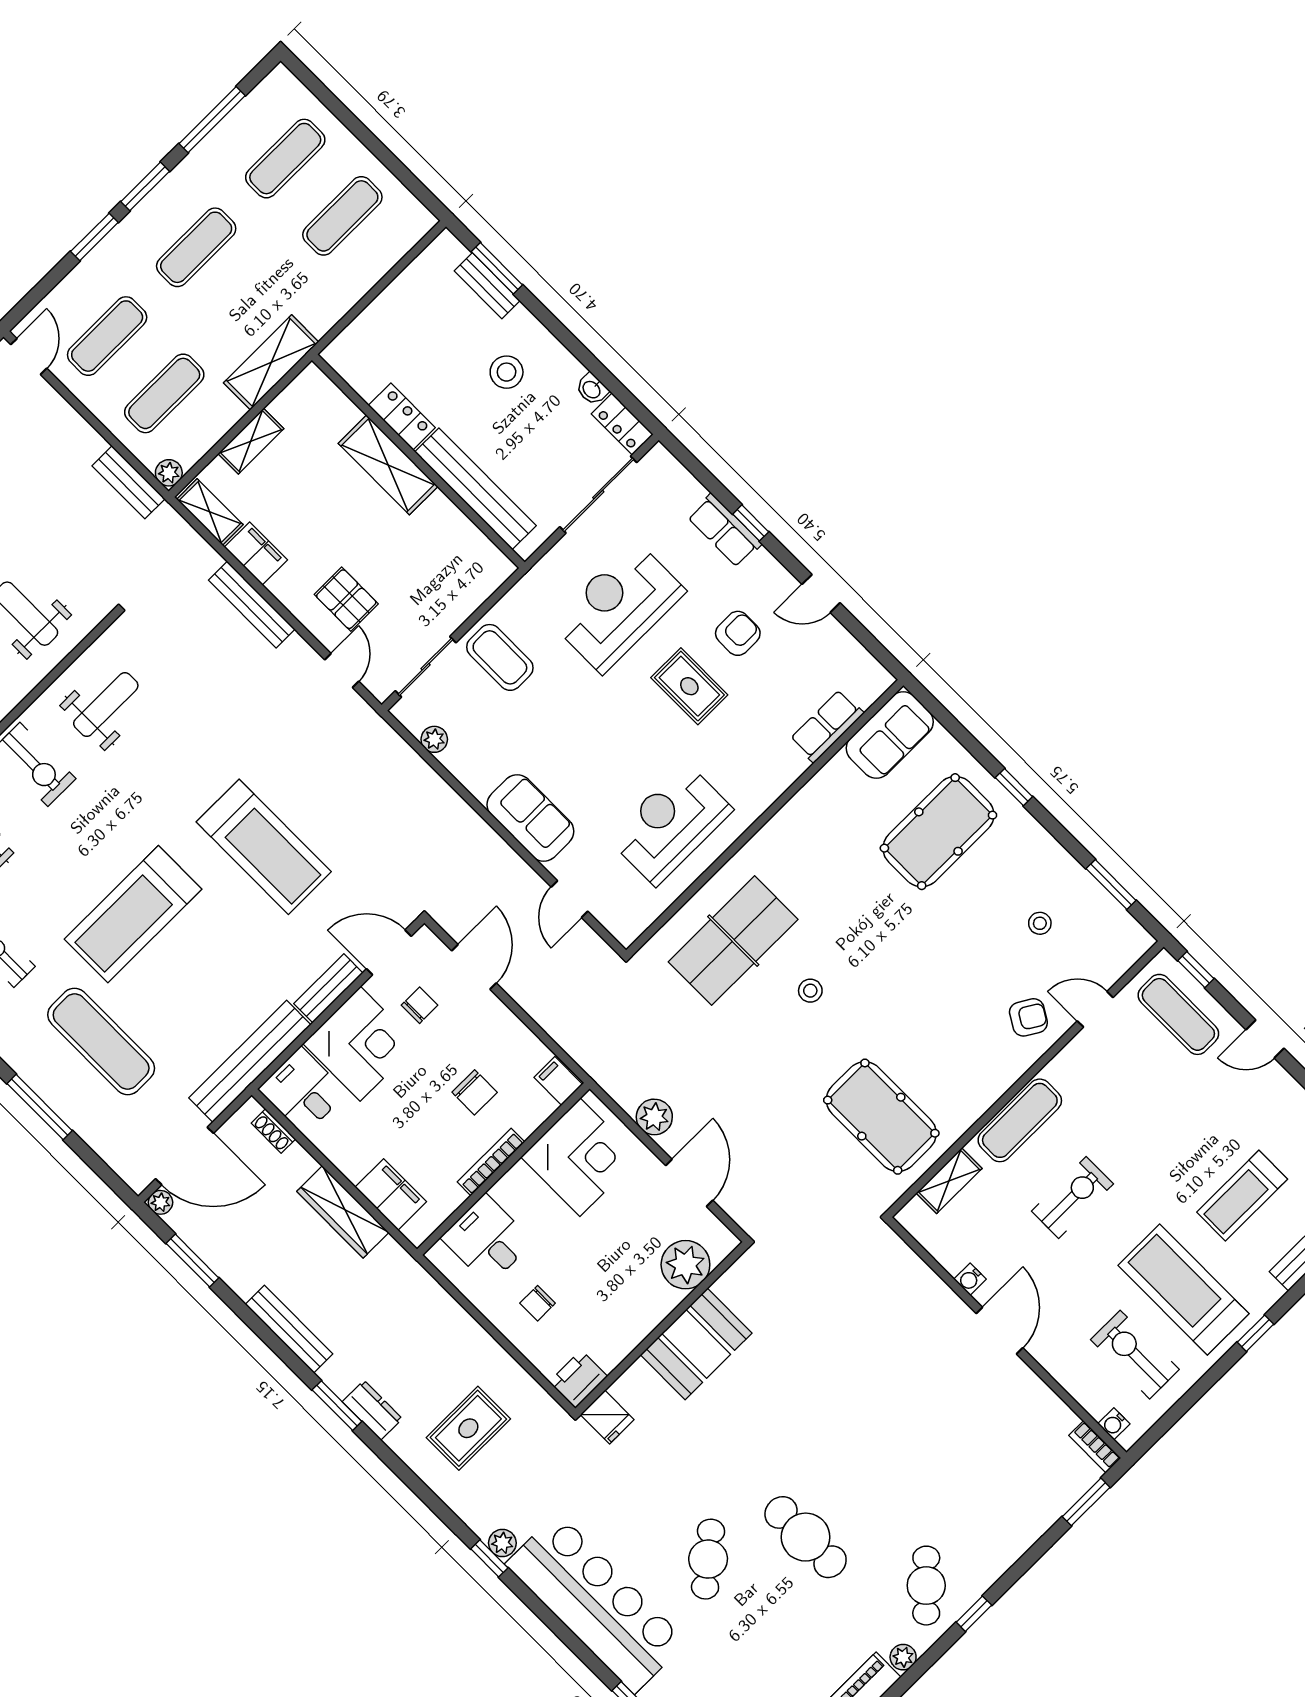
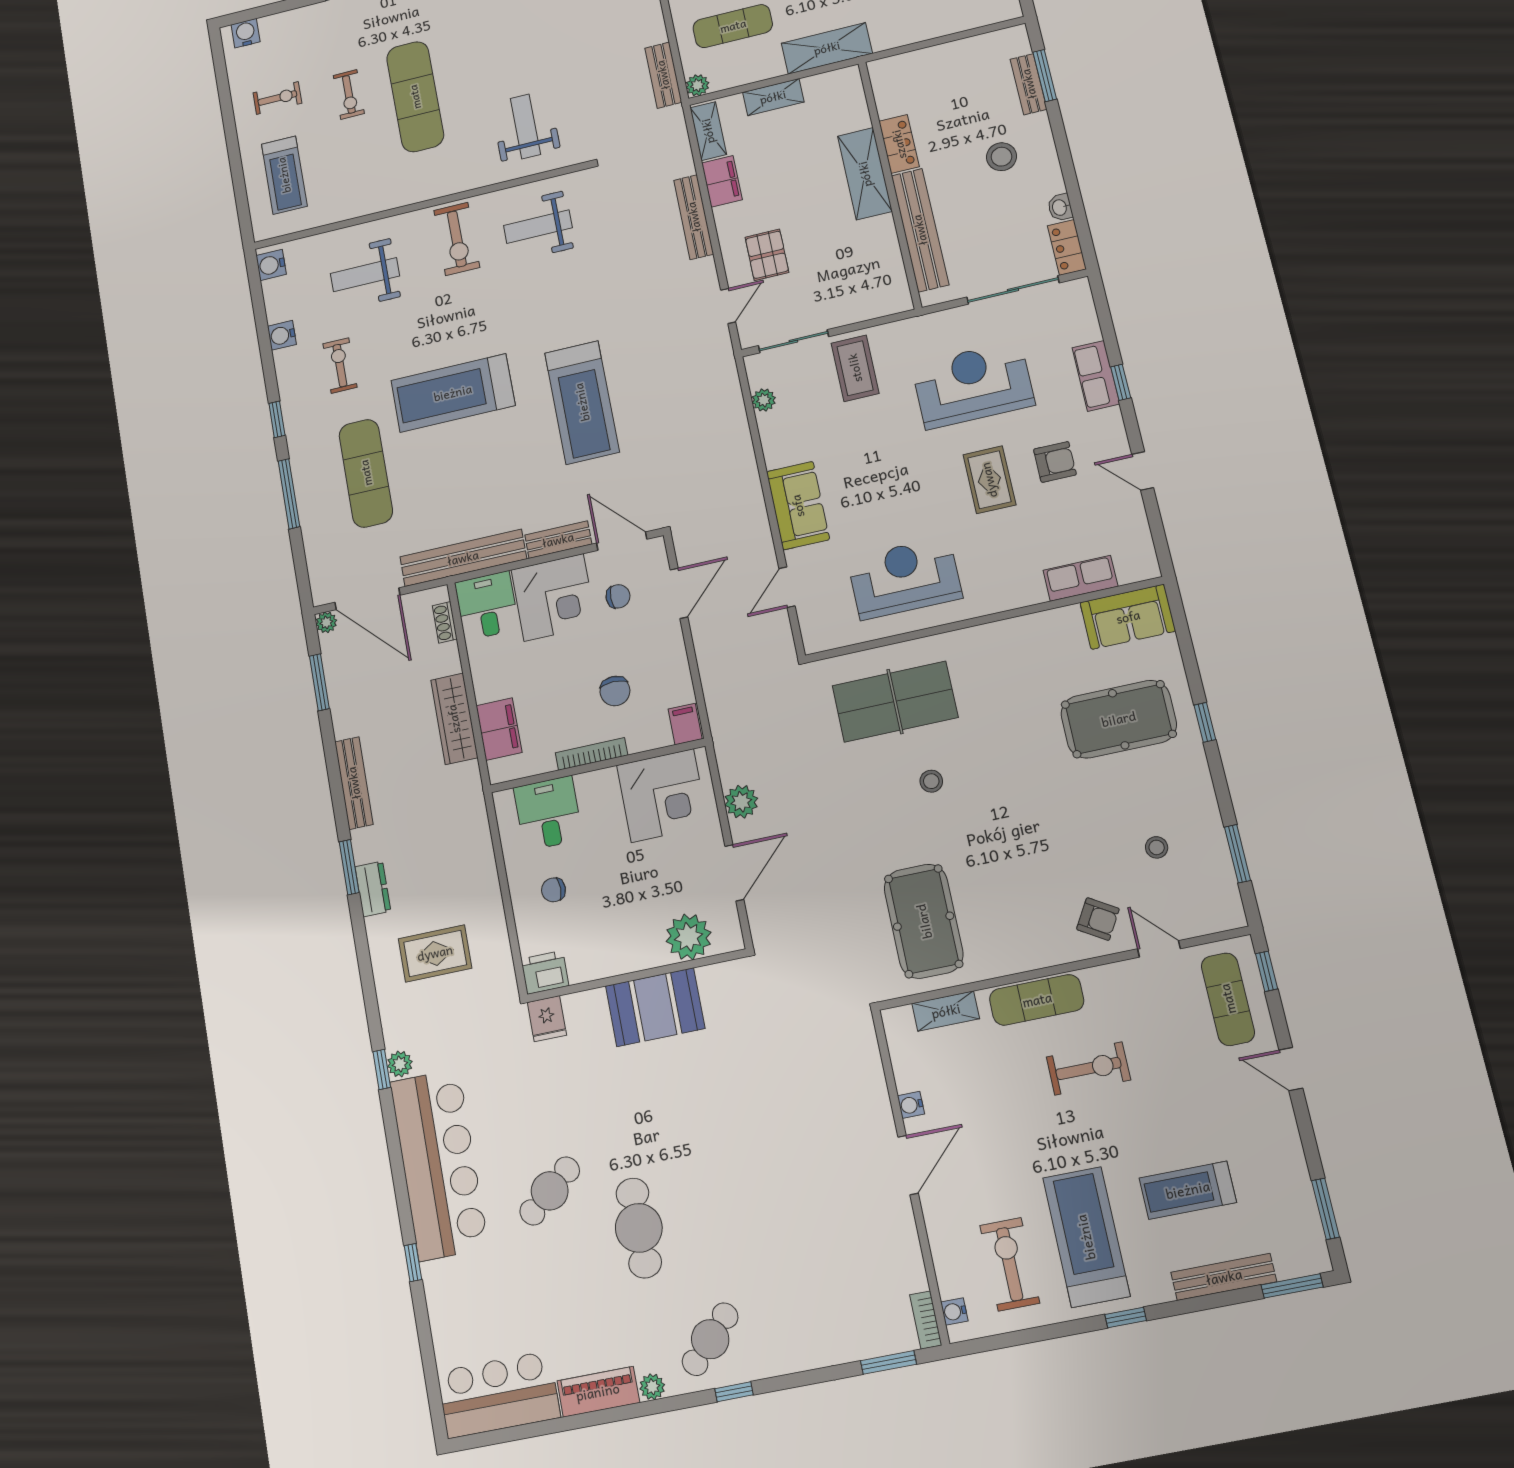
weight bench: (106, 705) -> (538, 227), turned 180
exercise bike: (1072, 1197) -> (1088, 1068), moved

